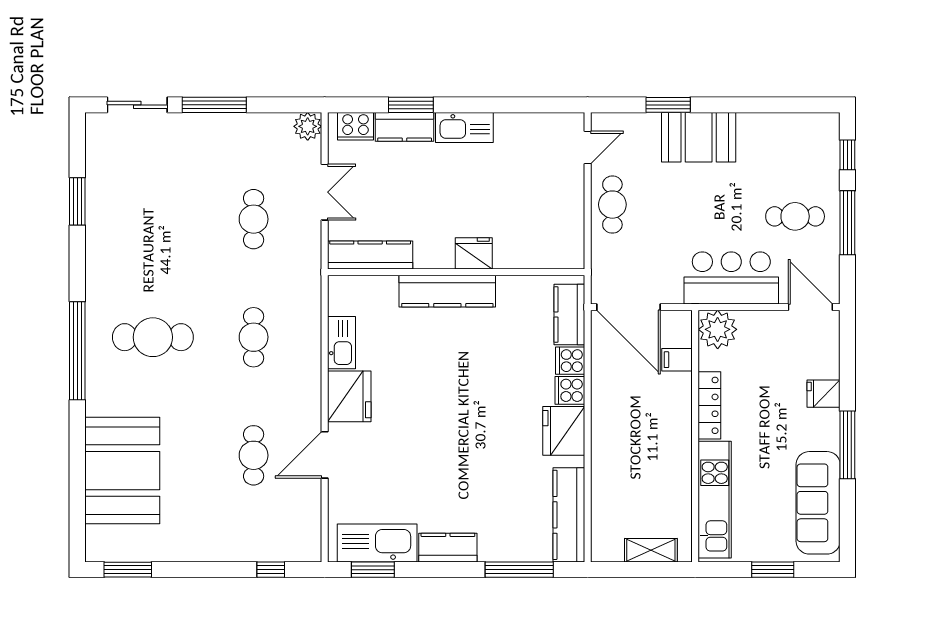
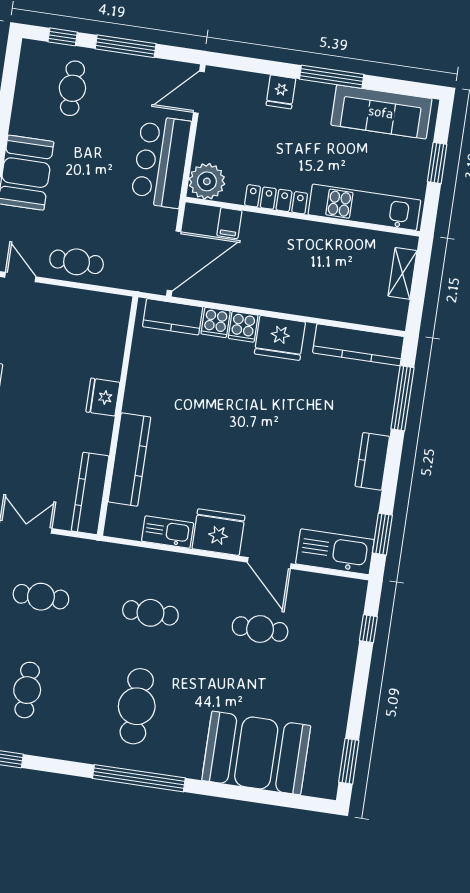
cafe table: (795, 216) -> (72, 88), moved
cafe table: (153, 219) -> (27, 690), added
kitchen counter: (447, 291) -> (129, 459), moved
kitchen sink: (377, 543) -> (335, 552), moved, turned 90

